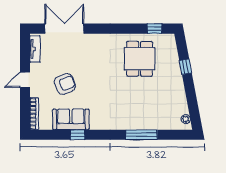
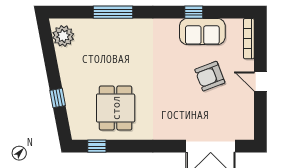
tv unit: (35, 49) -> (248, 120), removed
door: (25, 80) -> (260, 82), swing flipped
plant: (186, 119) -> (63, 36), width x1.88, depth x1.88

